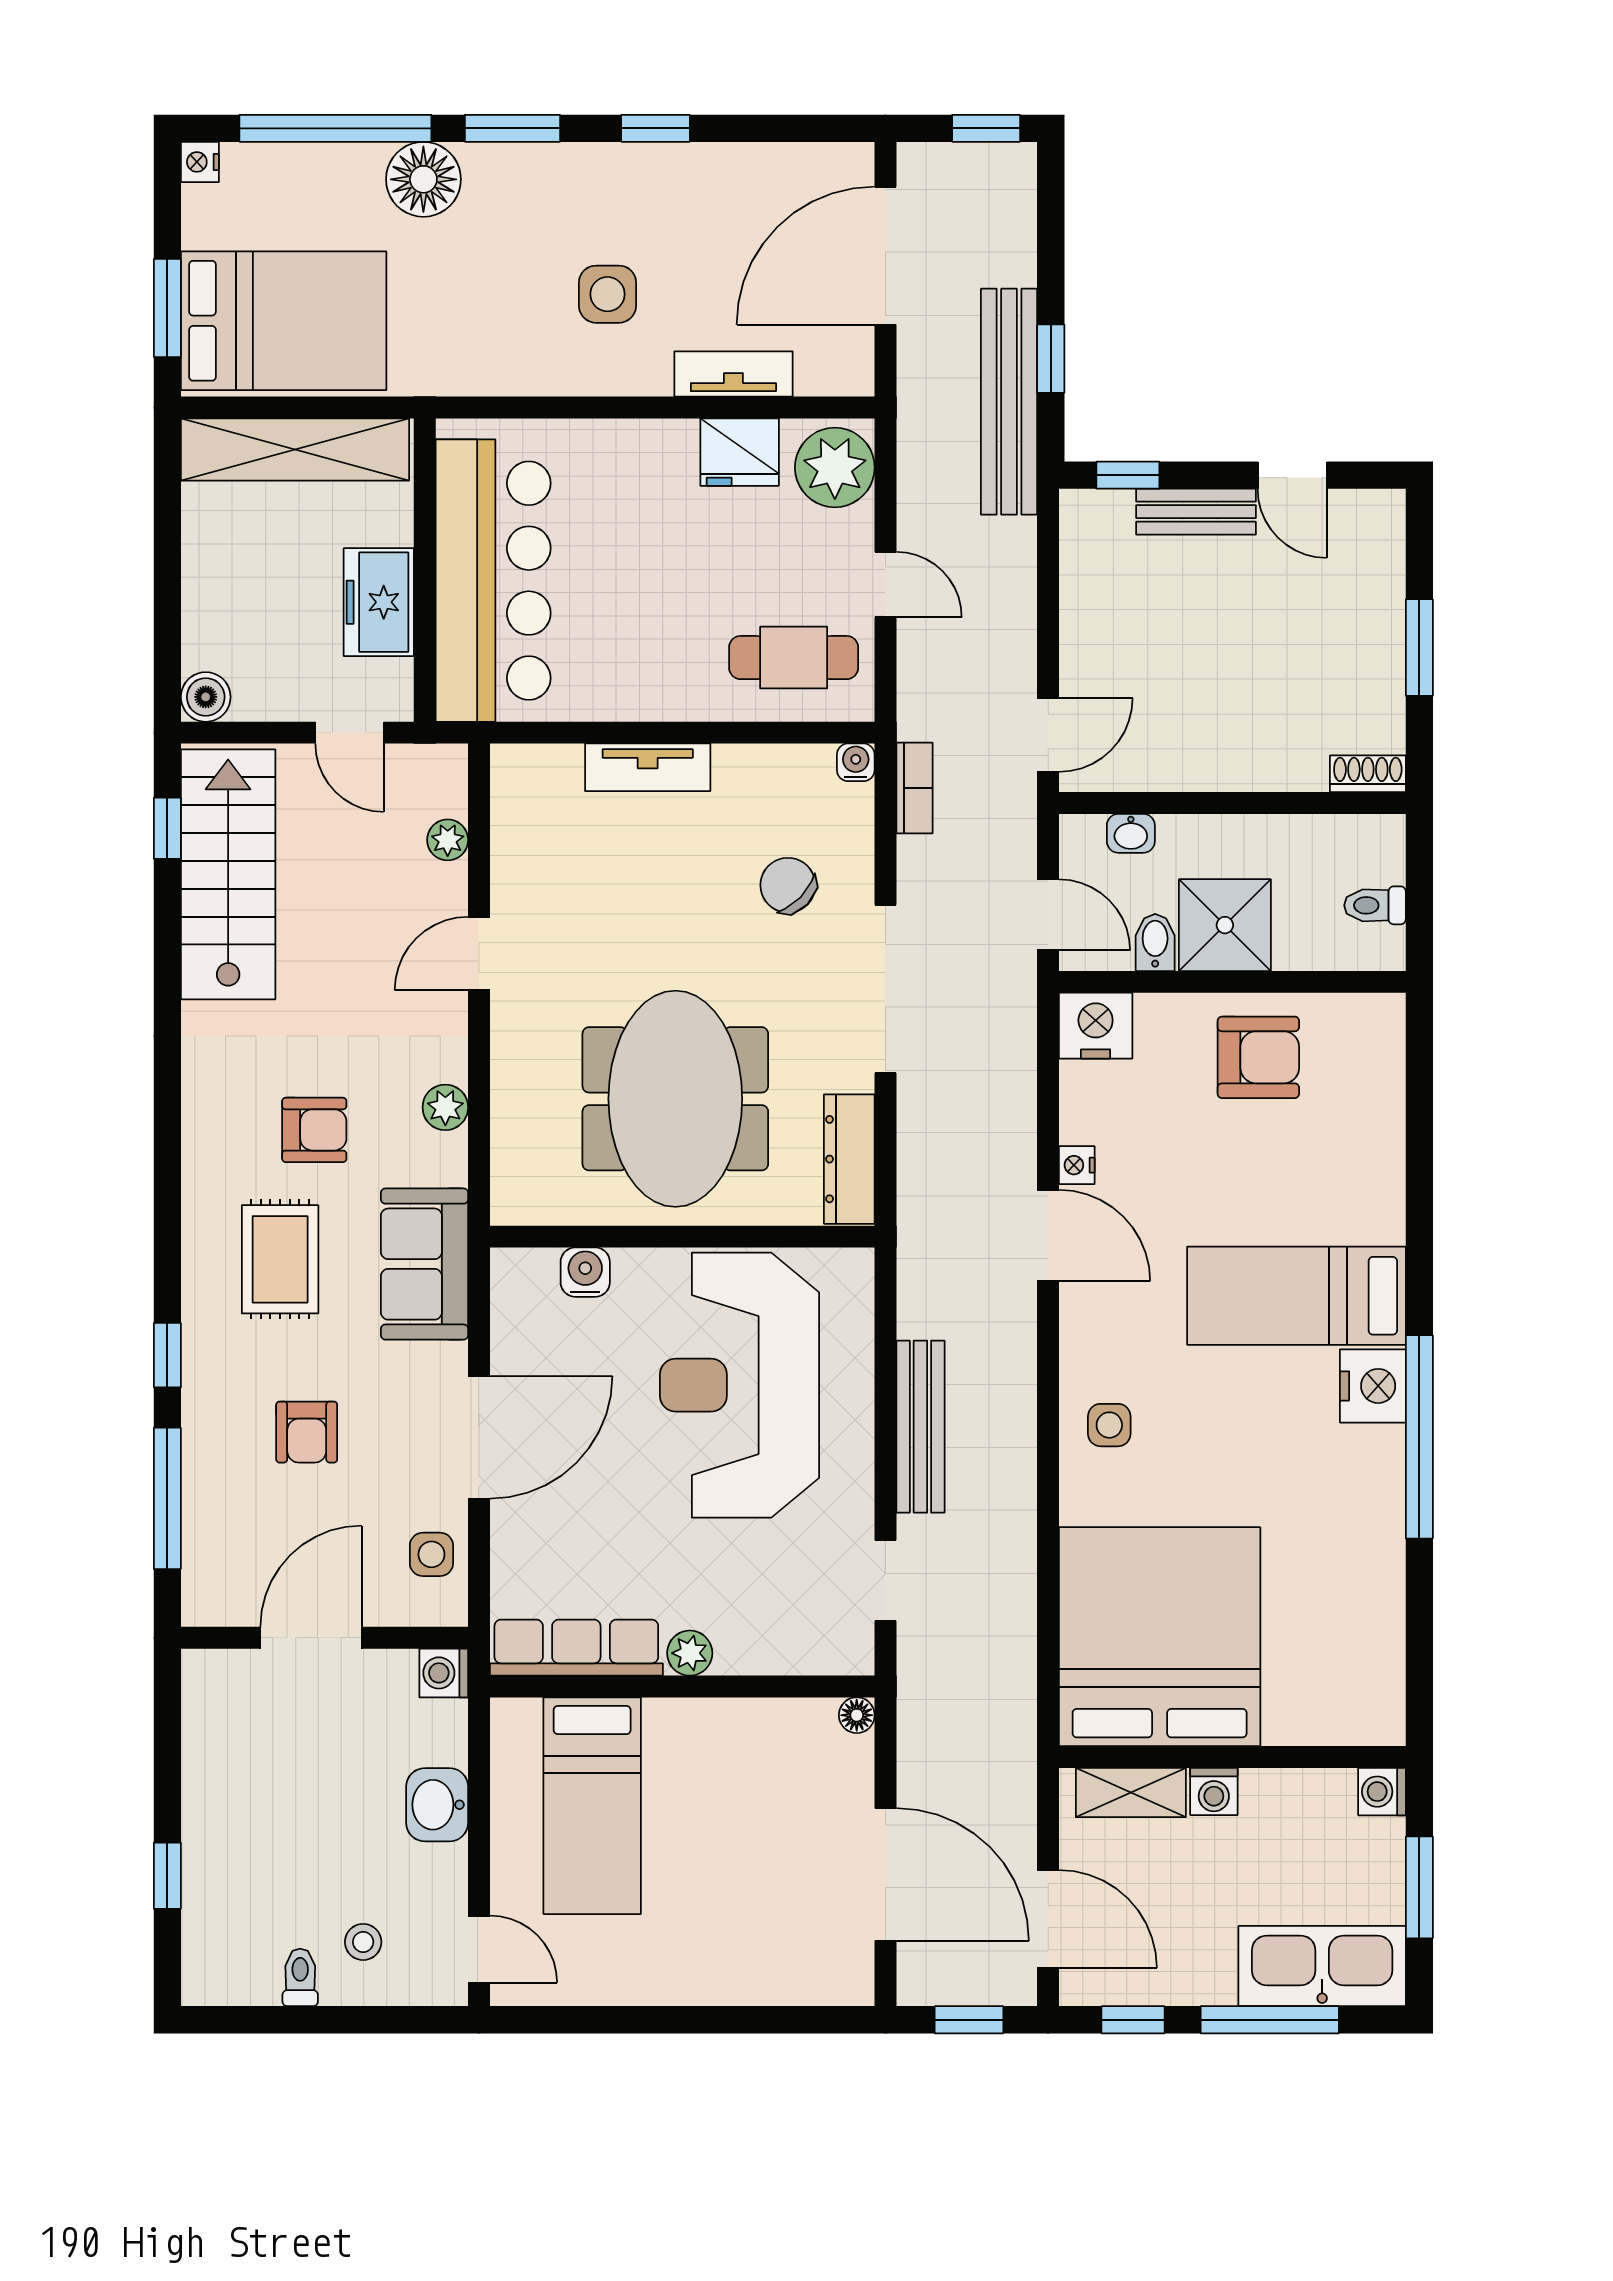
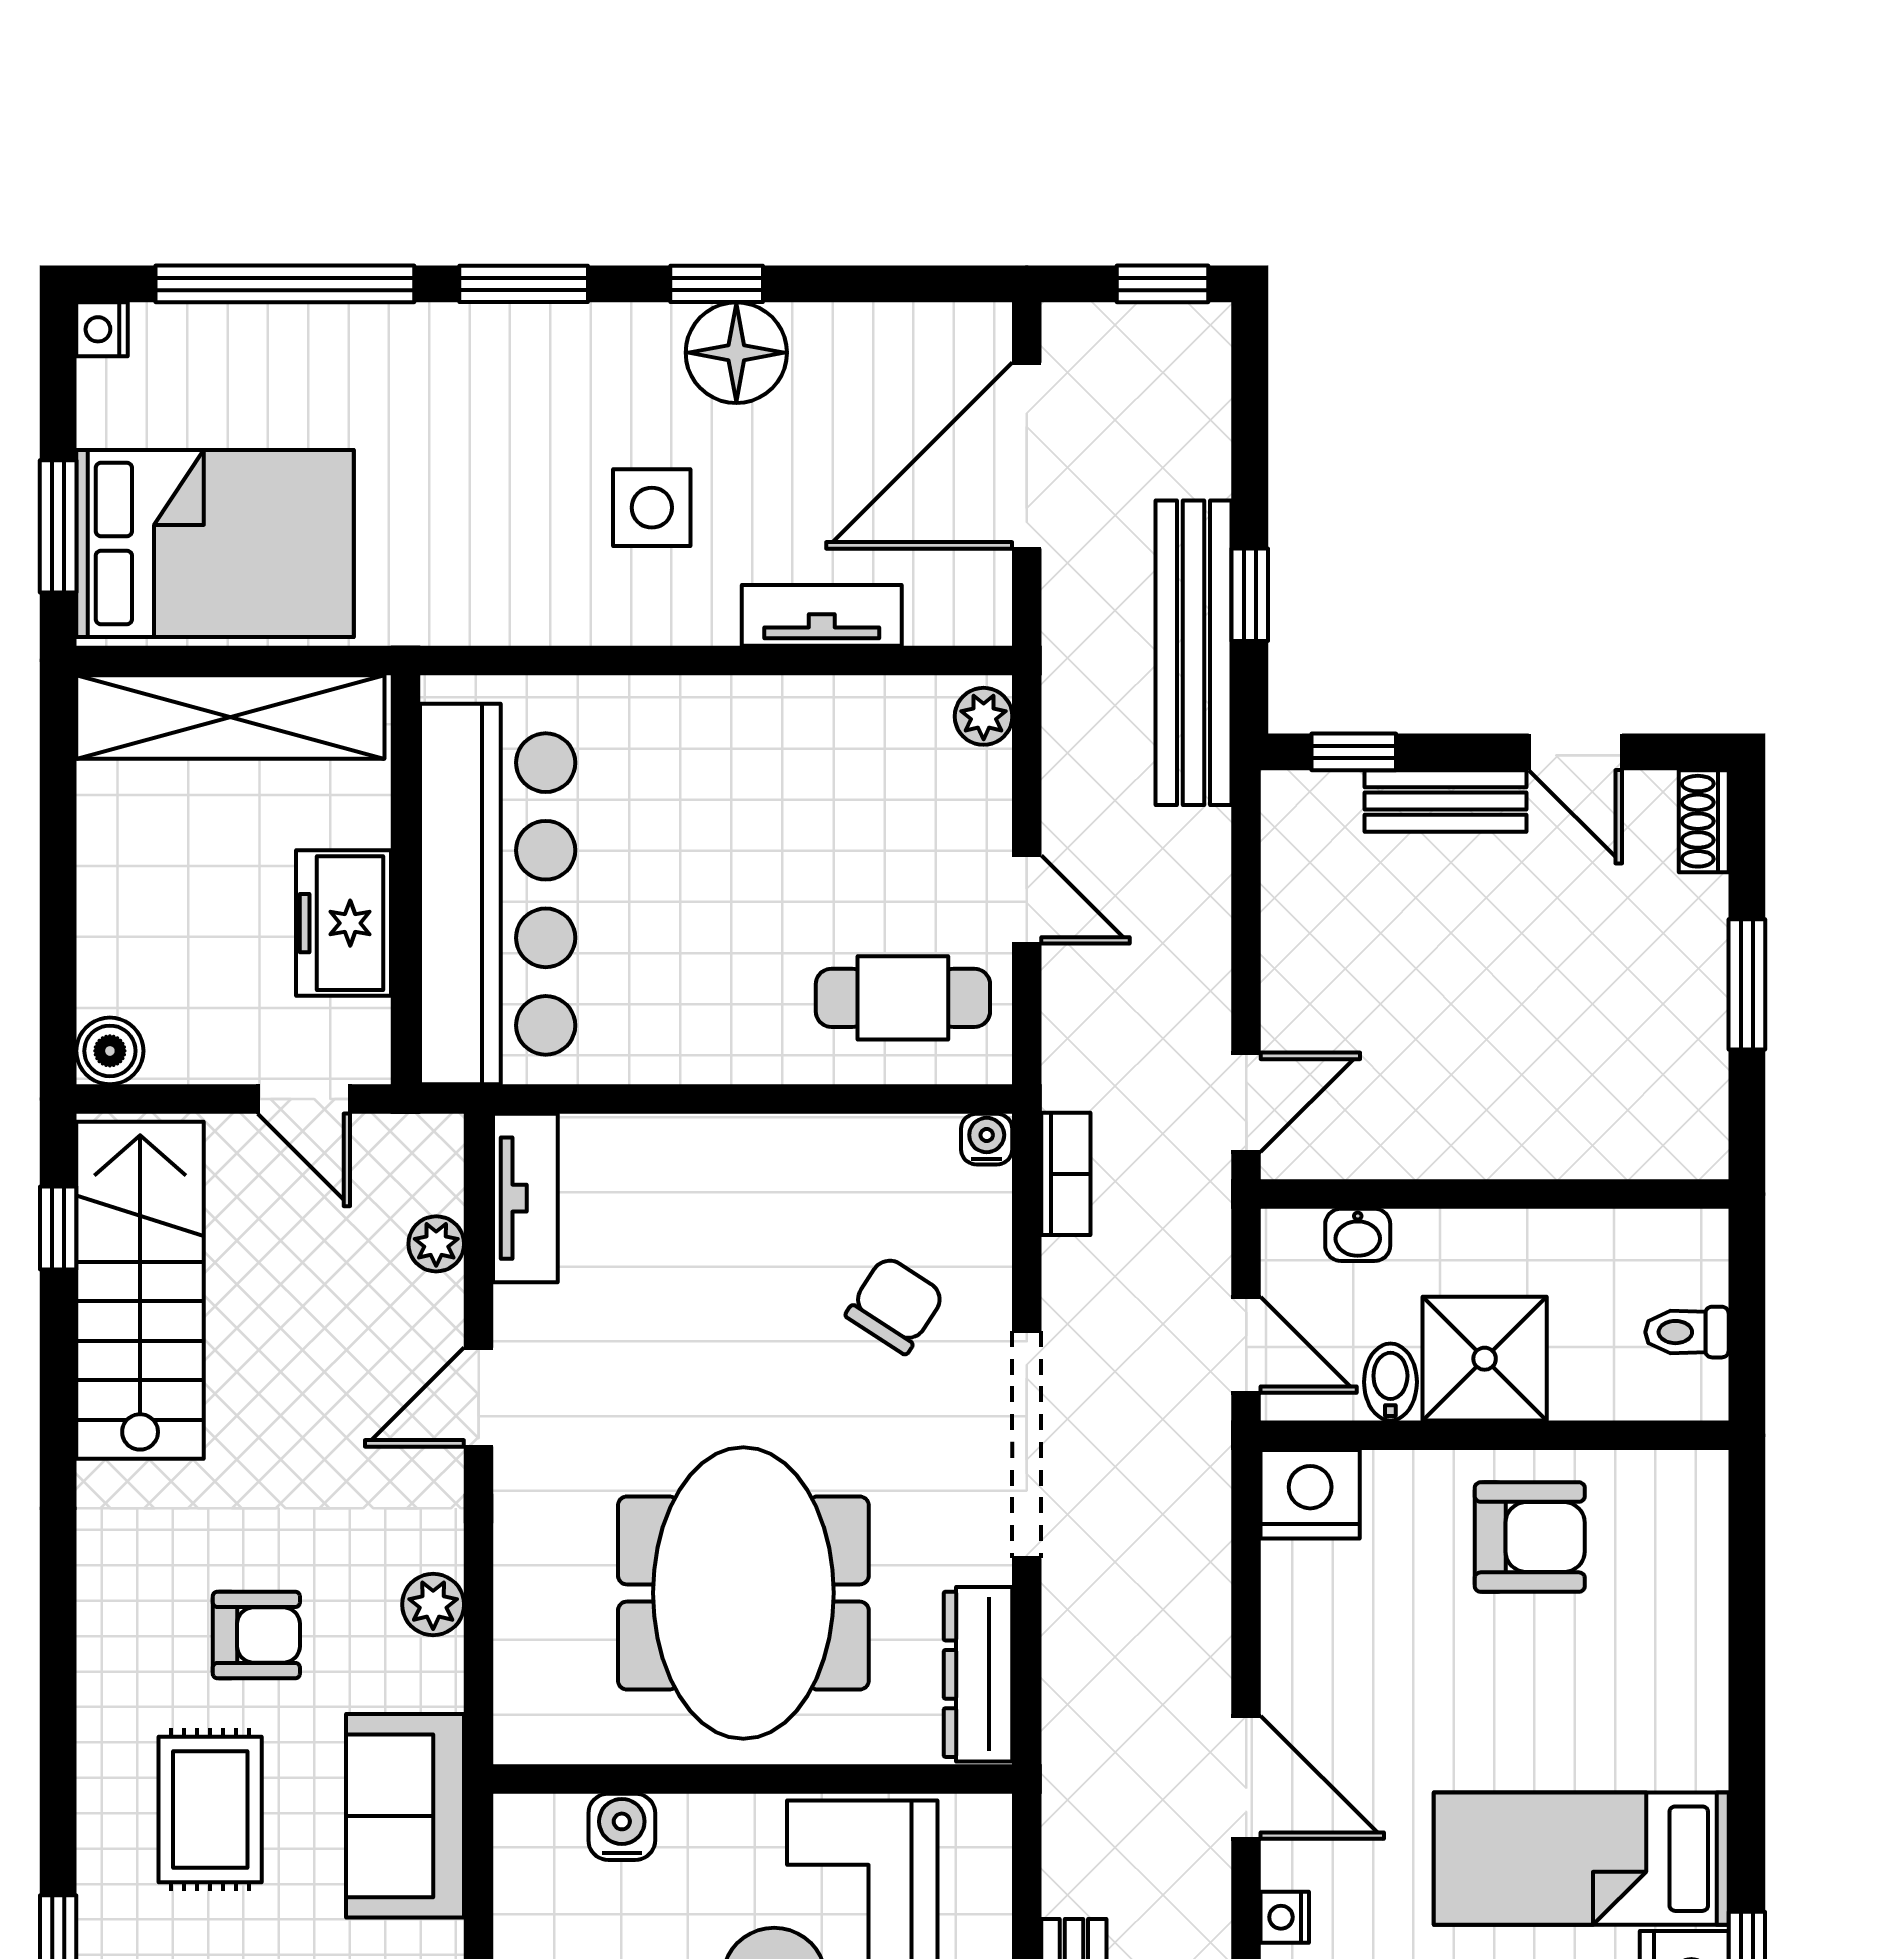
floor lamp: (423, 179) -> (736, 353), moved
fridge: (740, 452) -> (830, 721), removed
plant: (835, 467) -> (984, 716), width x0.53, depth x0.53
tv unit: (648, 767) -> (525, 1198), moved, turned -90
shoe rack: (1368, 774) -> (1704, 821), moved, turned -90
chair: (788, 885) -> (895, 1305), turned 79
nightstand: (1077, 1165) -> (1285, 1917), moved

